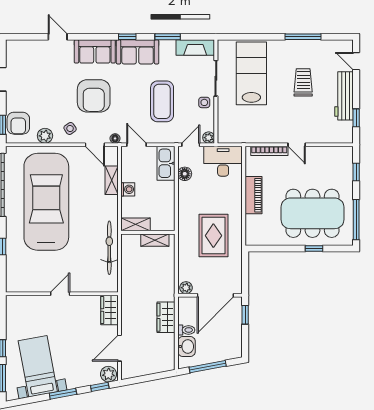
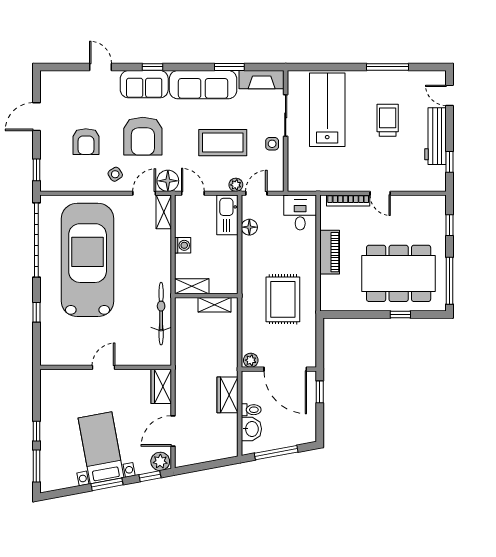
window: (127, 37) -> (152, 67), moved
sofa: (138, 52) -> (203, 85), width x1.36
coffee table: (162, 101) -> (223, 143), turned 90
armchair: (18, 123) -> (86, 142), moved
plant: (45, 136) -> (86, 183), removed
floor lamp: (115, 138) -> (168, 181), width x1.89, depth x1.89
plant: (209, 138) -> (236, 185), moved
door: (95, 145) -> (144, 193), swing flipped
desk: (223, 161) -> (300, 213), width x0.73
shelving: (112, 180) -> (164, 212), moved
door: (215, 295) -> (285, 369), hinge flipped
bed with nightstands: (38, 366) -> (101, 448), moved

